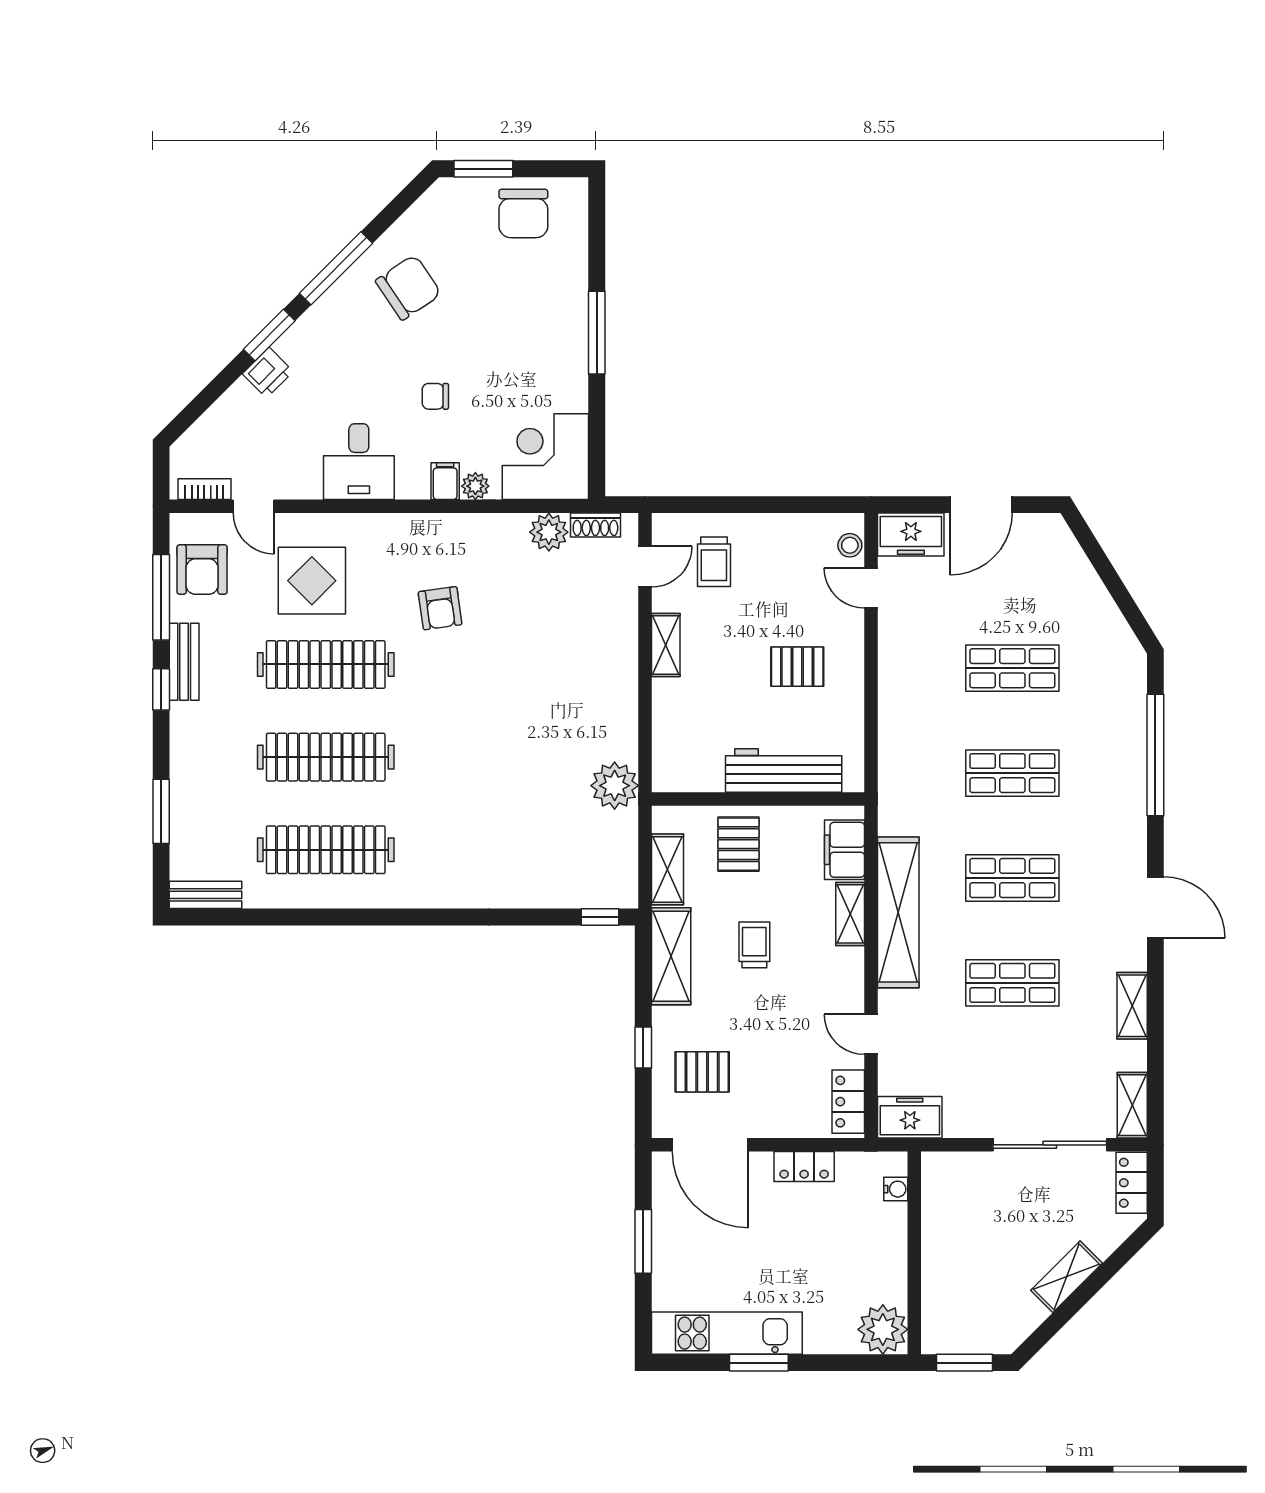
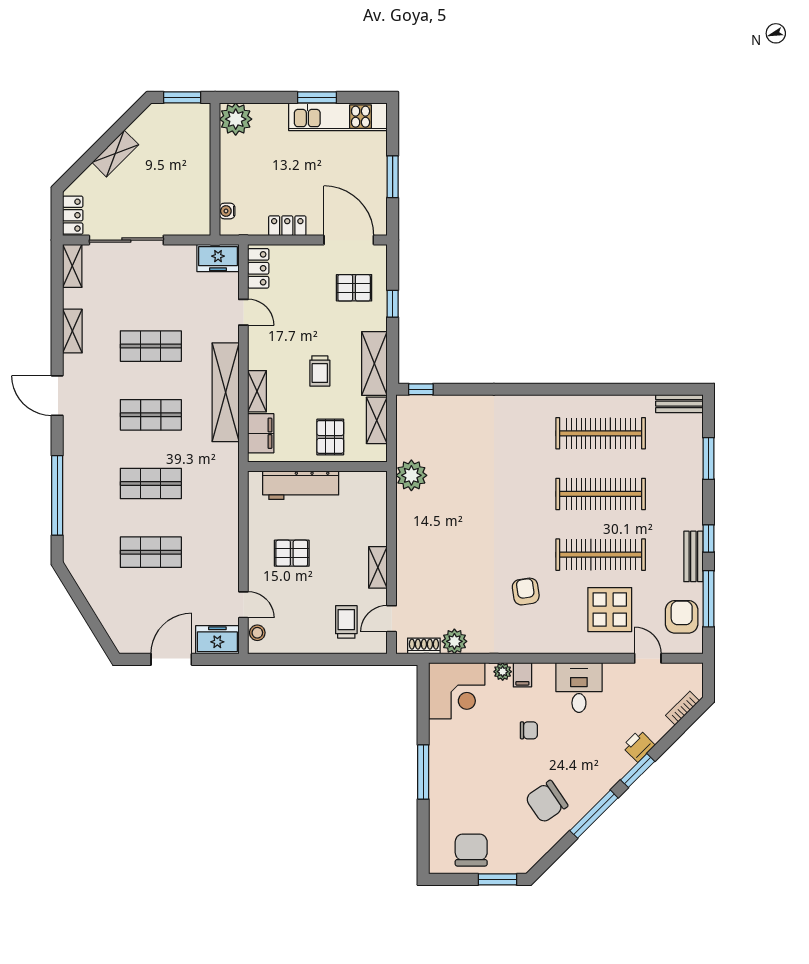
bookcase: (204, 489) -> (683, 708), moved, turned 135

